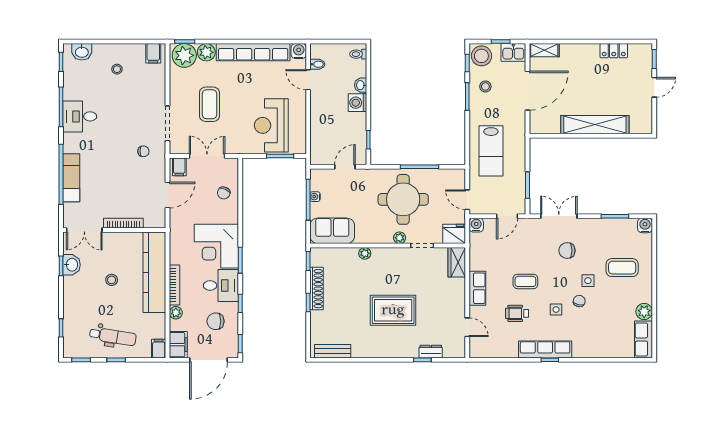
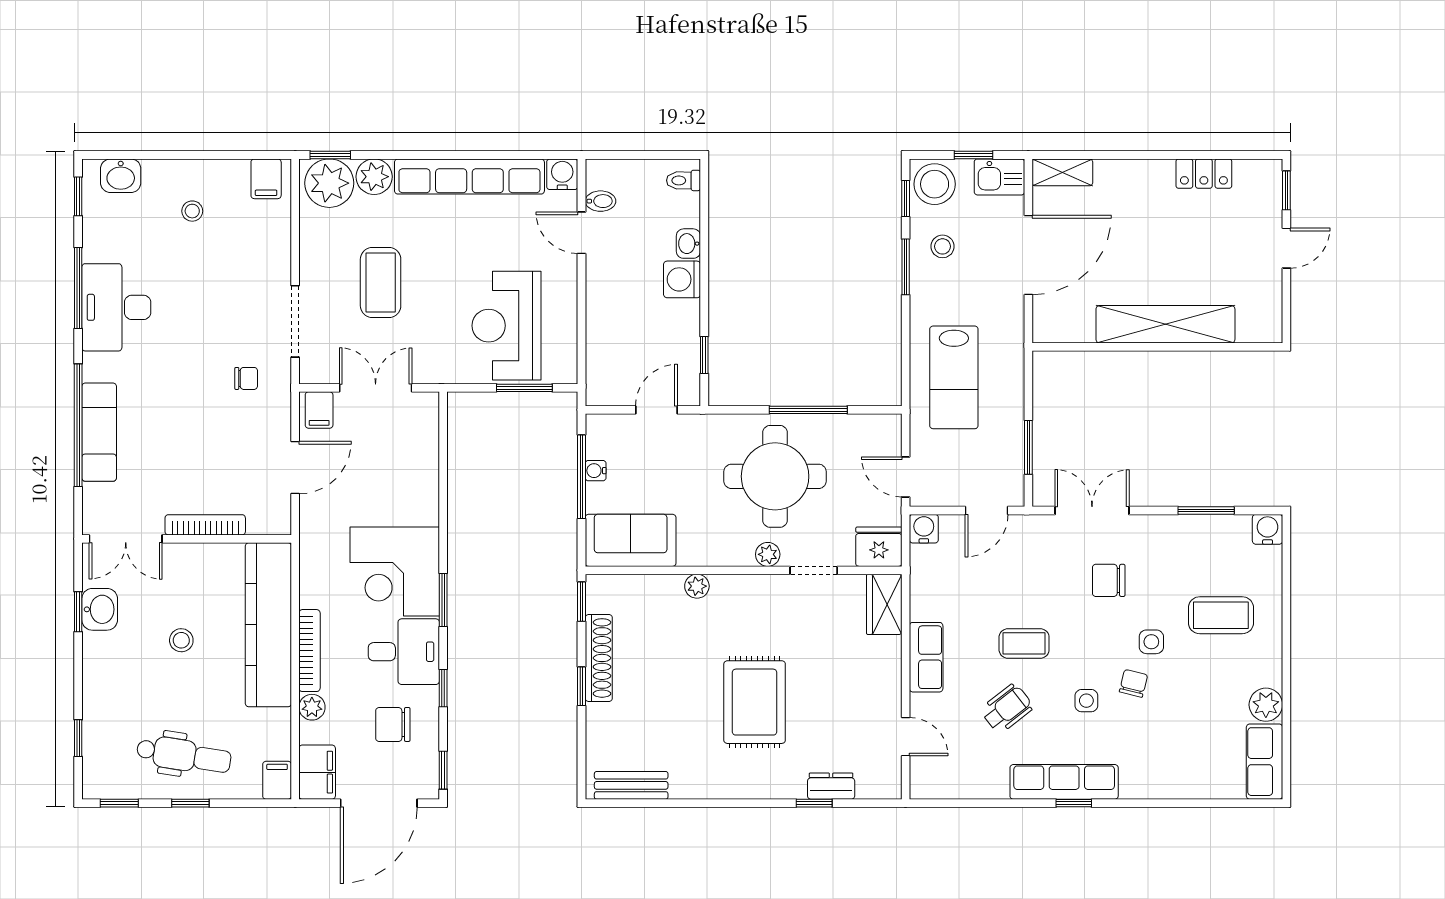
desk: (80, 116) -> (116, 307), width x1.37
chair: (224, 193) -> (410, 463), removed
rug: (393, 310) -> (755, 702), turned 90
wheelchair: (517, 313) -> (1007, 708), turned 142

